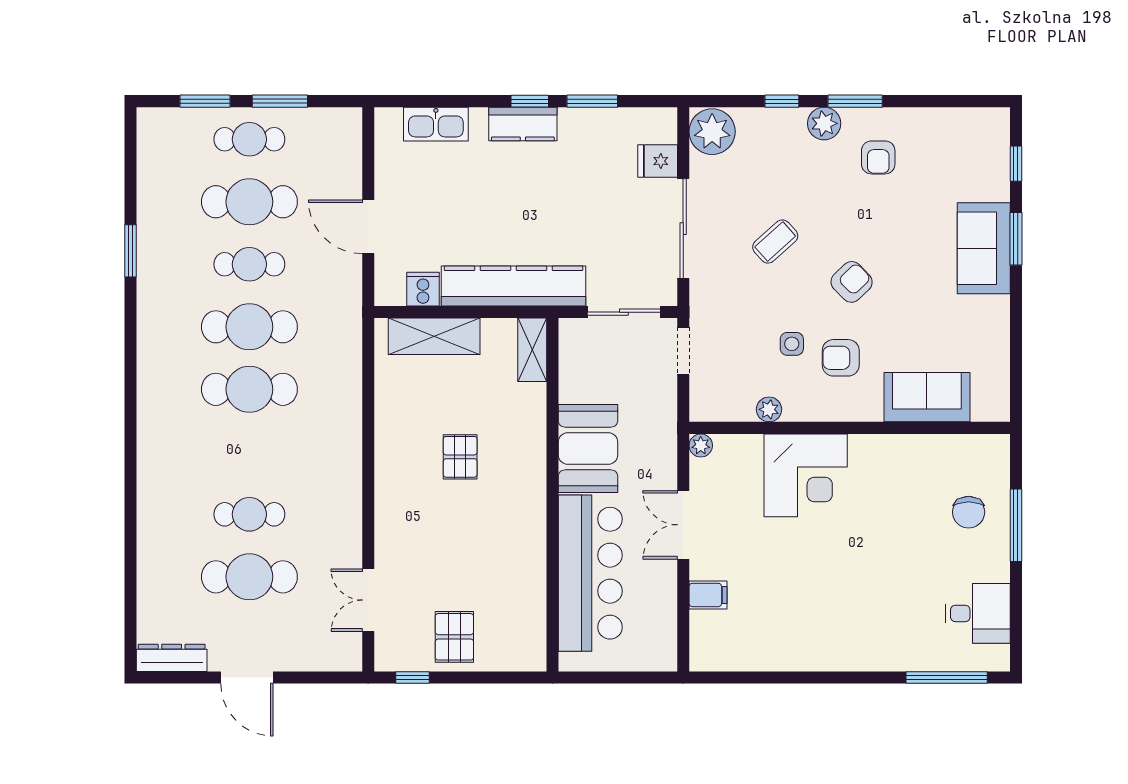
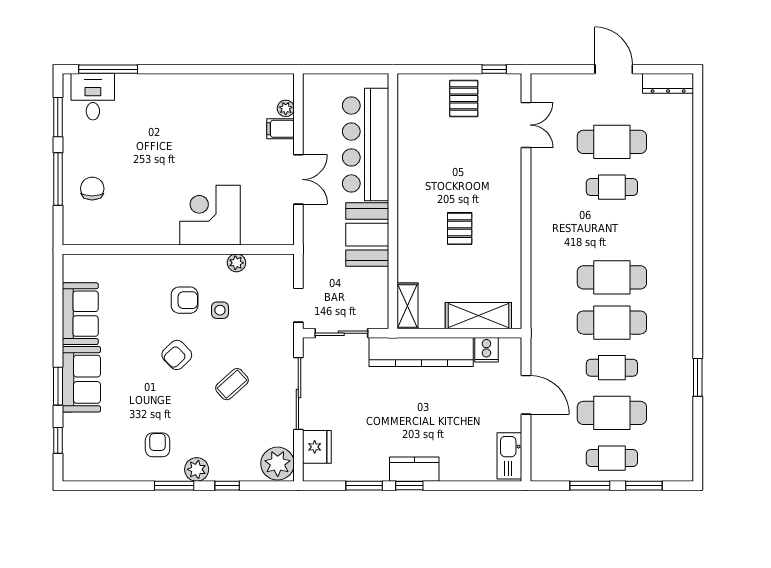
kitchen sink: (436, 124) -> (509, 456), moved, turned -90
fridge: (658, 161) -> (317, 447), width x1.38
sofa: (927, 397) -> (80, 314), moved, turned -90
plant: (701, 445) -> (286, 108), moved
window: (1016, 611) -> (58, 117), added
desk: (978, 613) -> (93, 97), moved, turned 90

